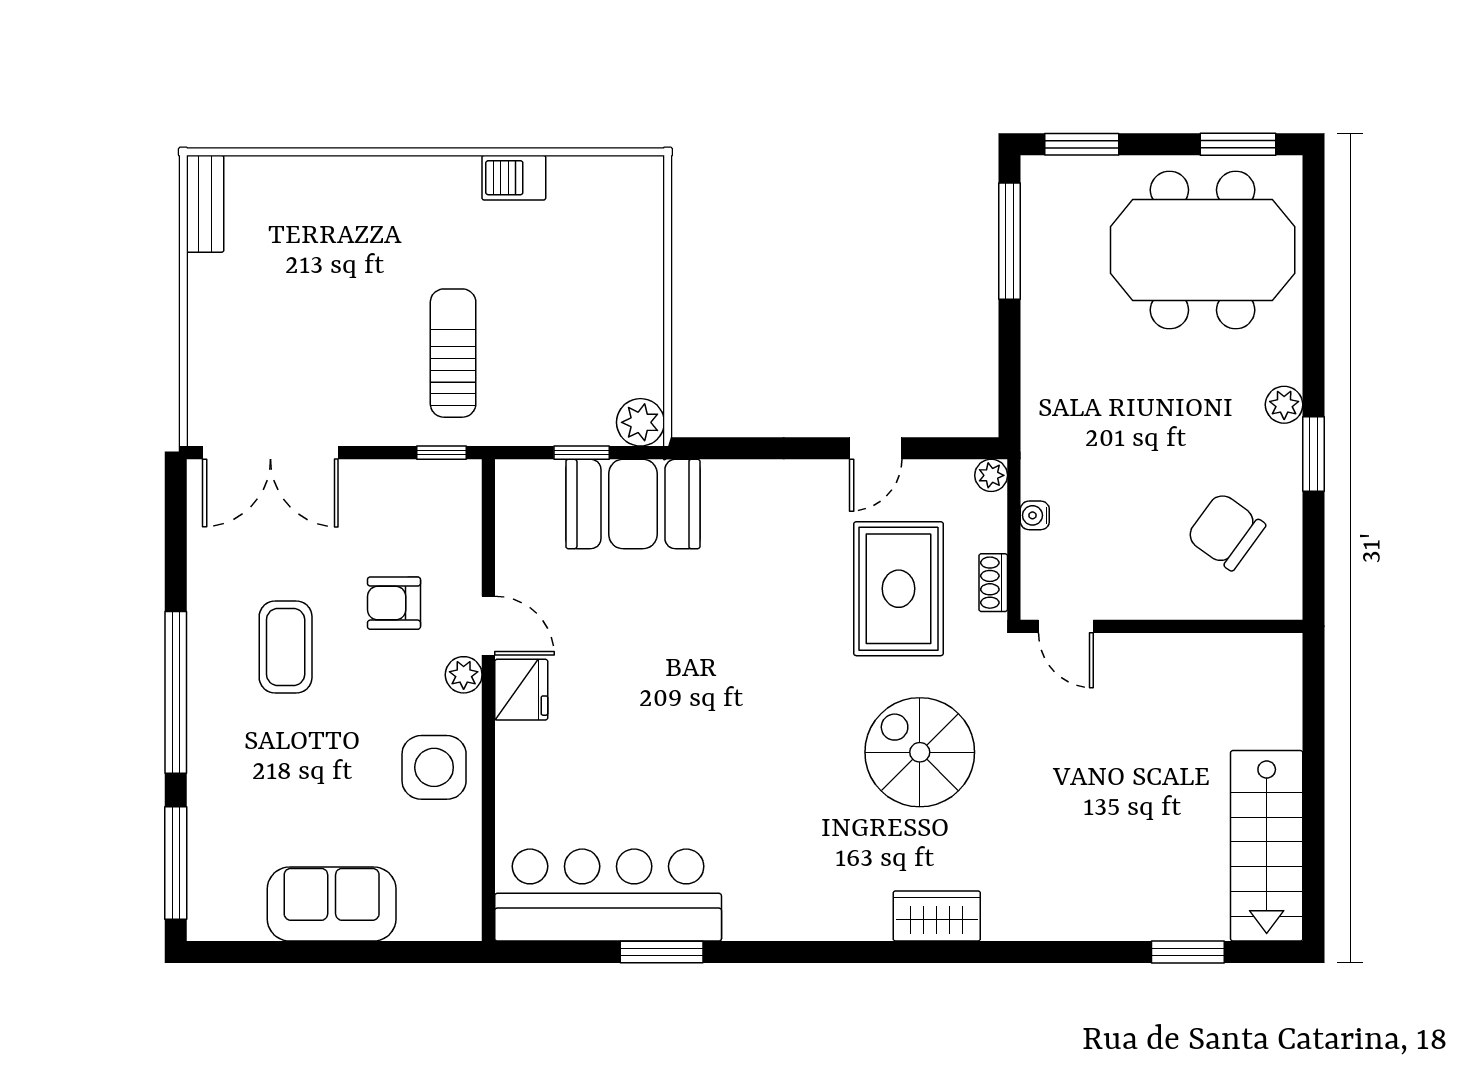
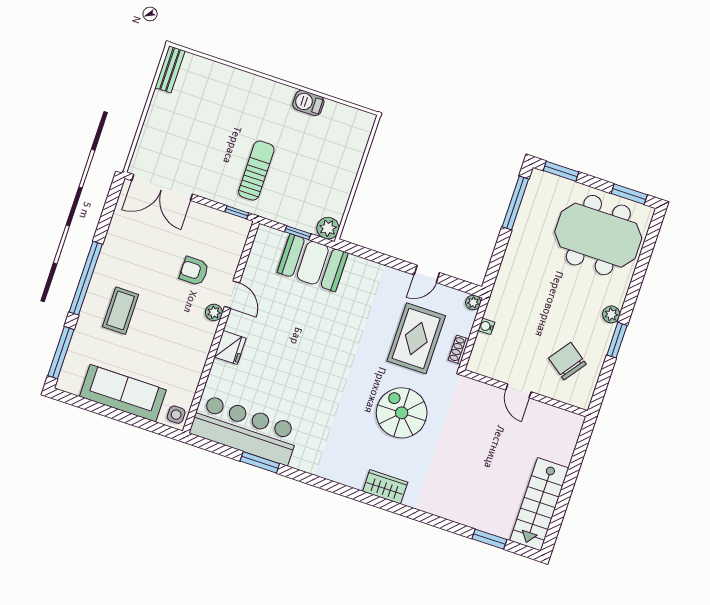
door: (1066, 626) -> (518, 391), moved
coffee table: (286, 647) -> (121, 311), moved
fridge: (521, 690) -> (230, 348), moved
side table: (434, 767) -> (176, 415), moved, width x0.54, depth x0.54
sofa: (332, 904) -> (123, 393), width x1.36

